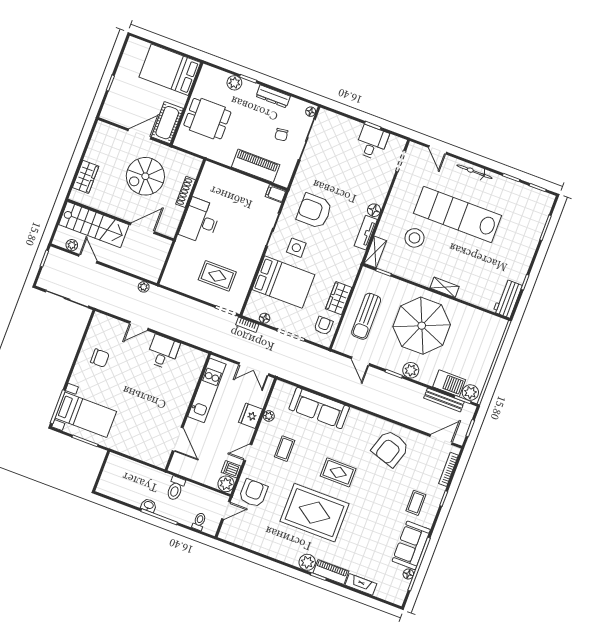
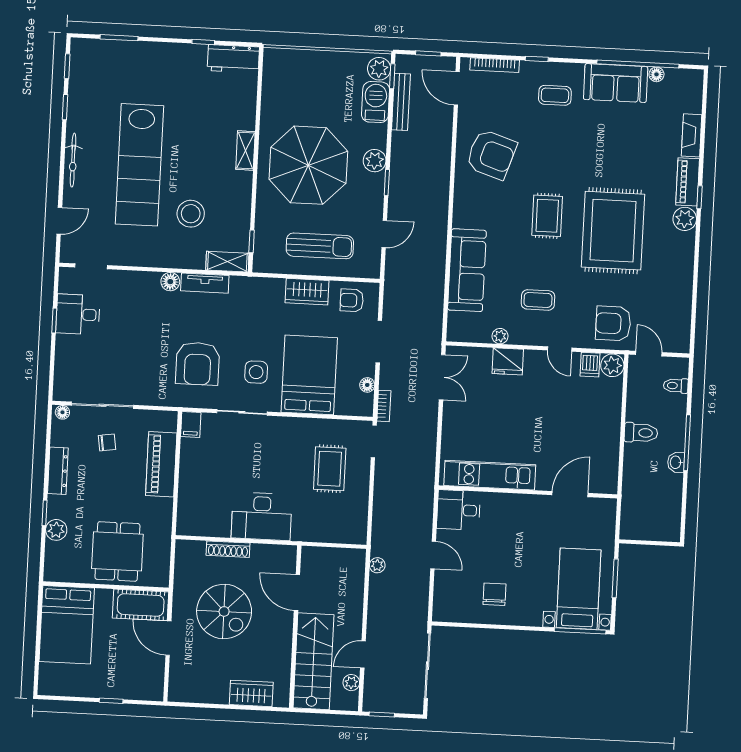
kitchen unit: (207, 390) -> (490, 475), moved
wall: (188, 412) -> (528, 492), moved
door: (178, 439) -> (570, 494), moved

